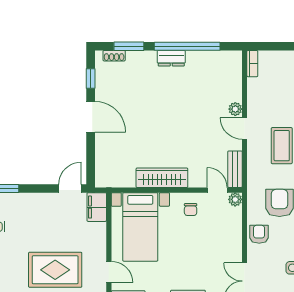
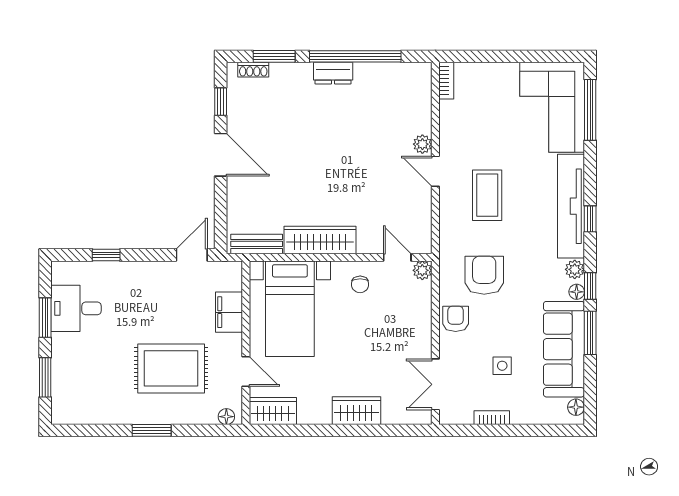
bench: (235, 169) -> (257, 244), moved, turned 90
filing cabinet: (97, 207) -> (229, 312), moved

